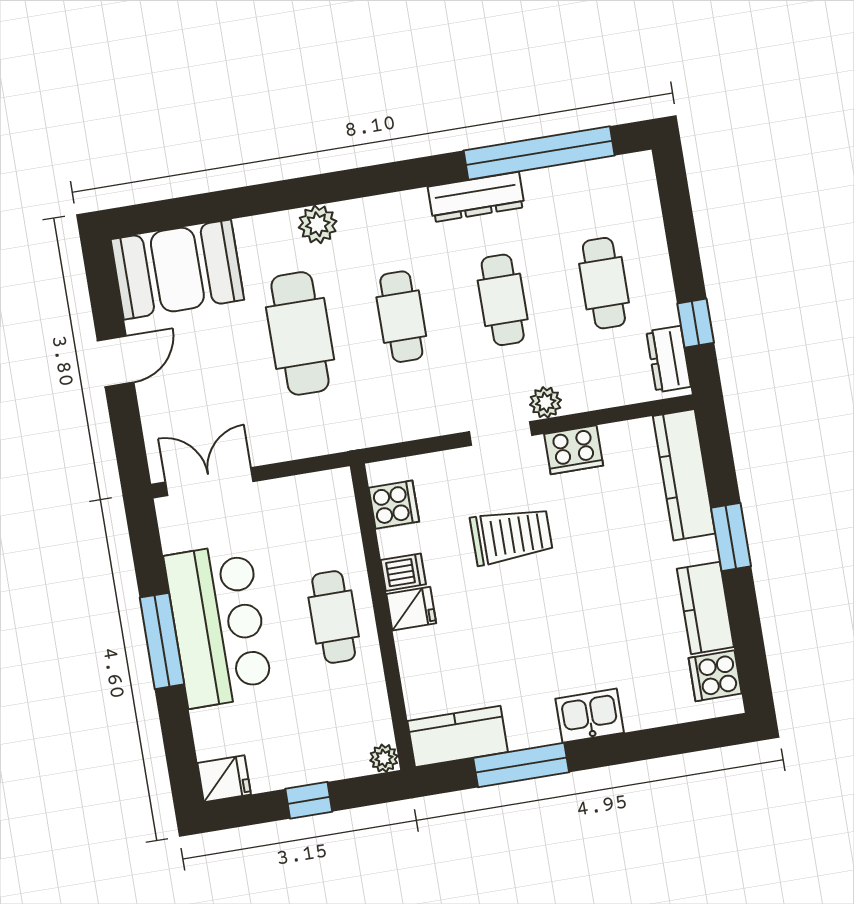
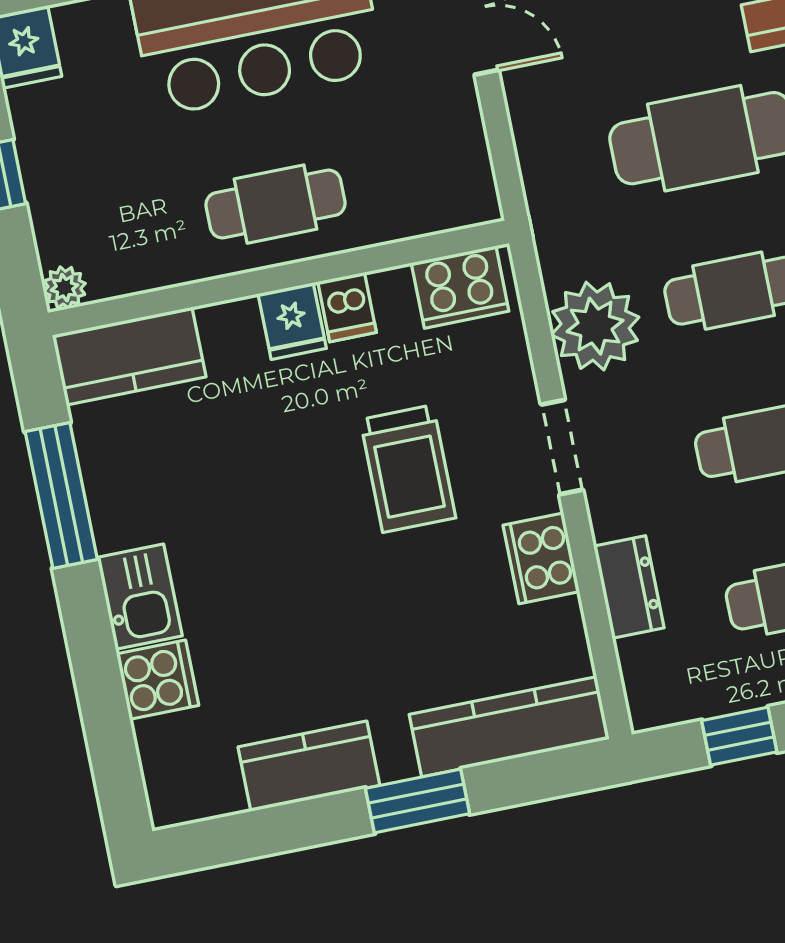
dresser: (669, 359) -> (629, 587), moved, turned 90
plant: (546, 402) -> (595, 326), moved, width x1.88, depth x1.88
cooker: (394, 505) -> (460, 287), width x1.36
cooker: (715, 676) -> (158, 680), moved, turned 90
kitchen counter: (458, 737) -> (129, 356), moved, turned 90

